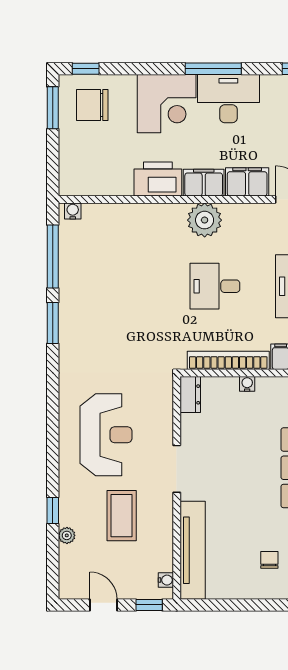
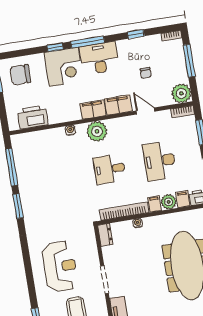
window: (86, 69) -> (55, 47), moved
printer: (158, 179) -> (33, 117), moved
water cooler: (73, 211) -> (70, 130), moved

